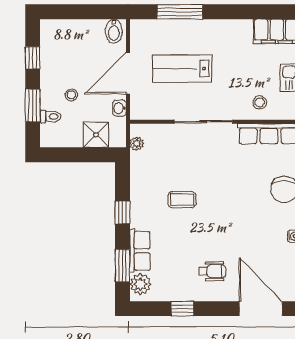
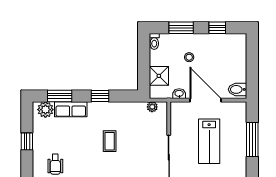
lab bench: (182, 69) -> (209, 141), turned 180
toilet: (51, 117) -> (154, 41), moved

